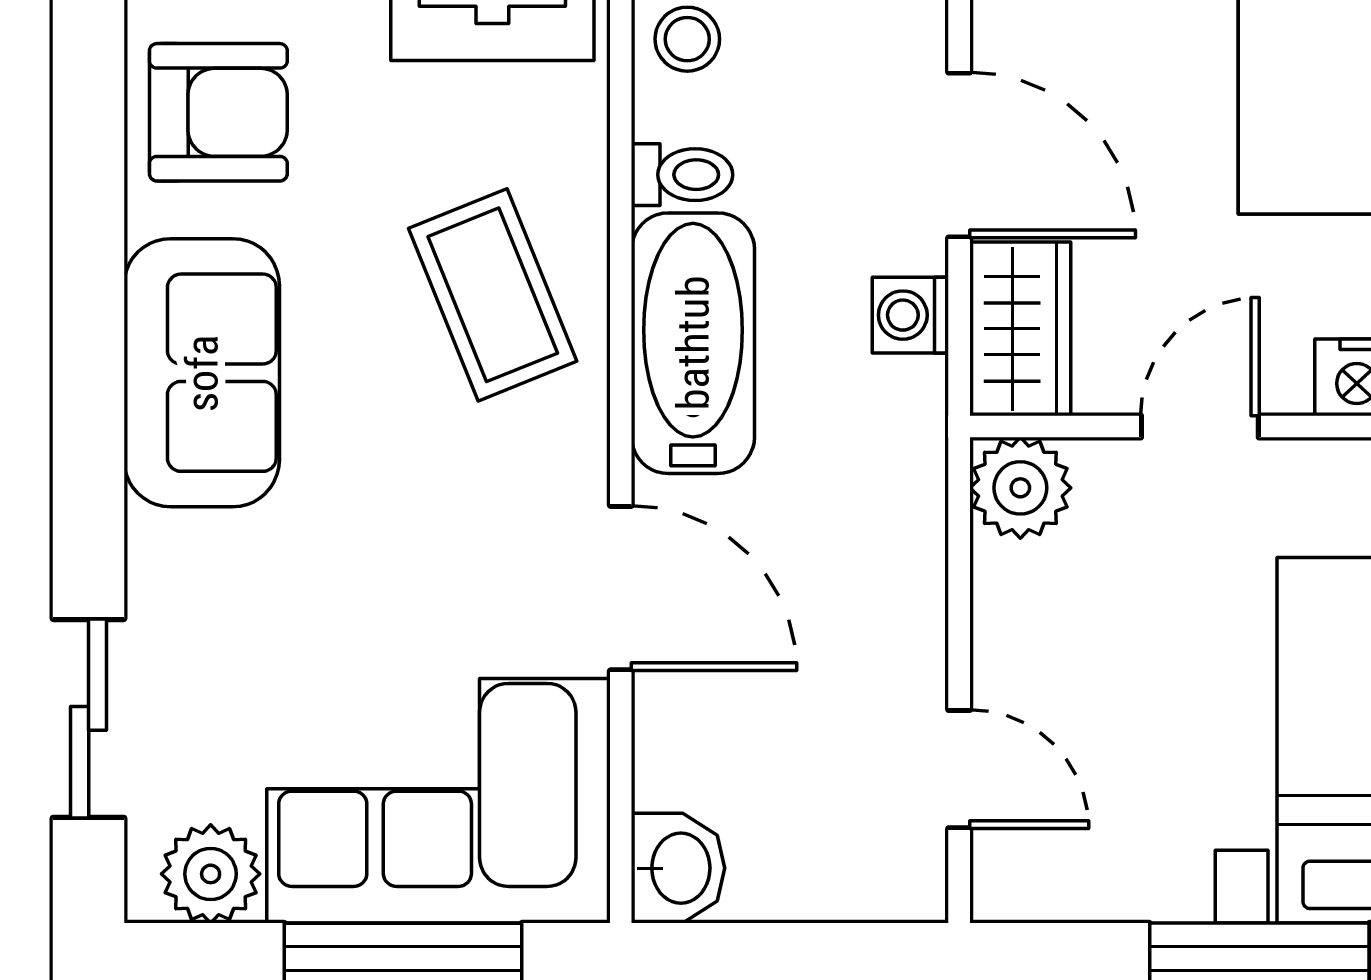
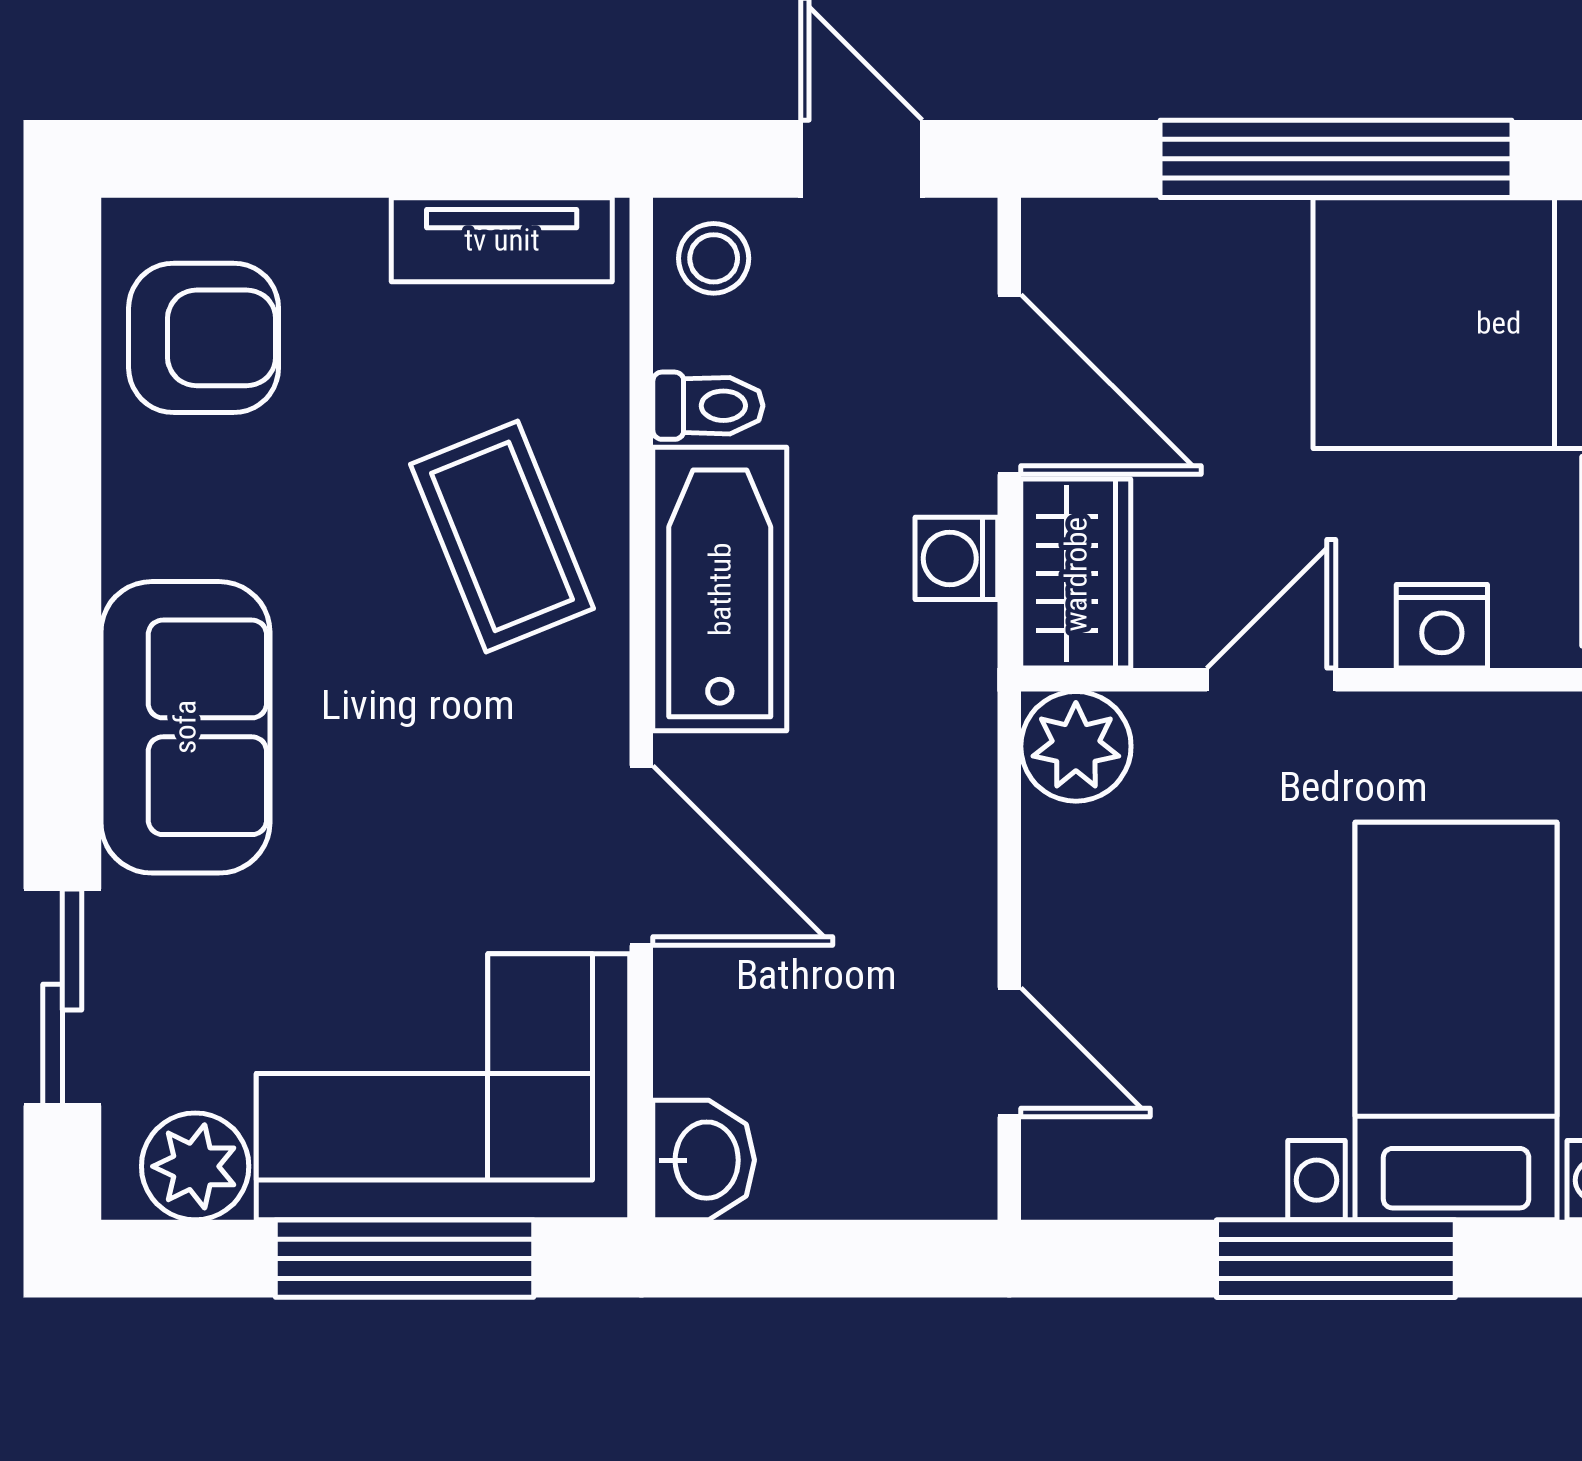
sofa: (202, 373) -> (185, 727), moved

